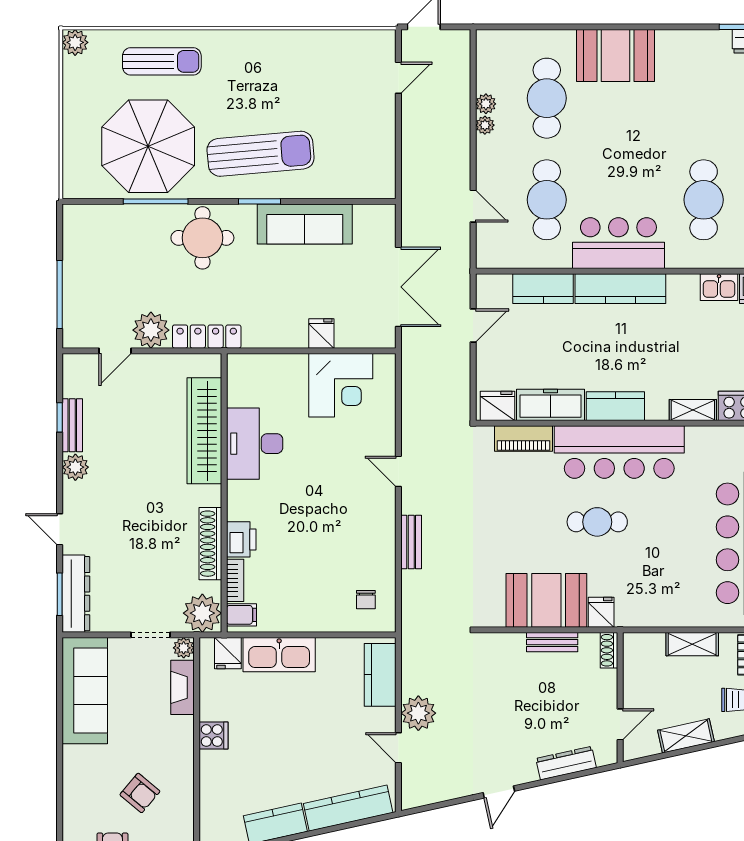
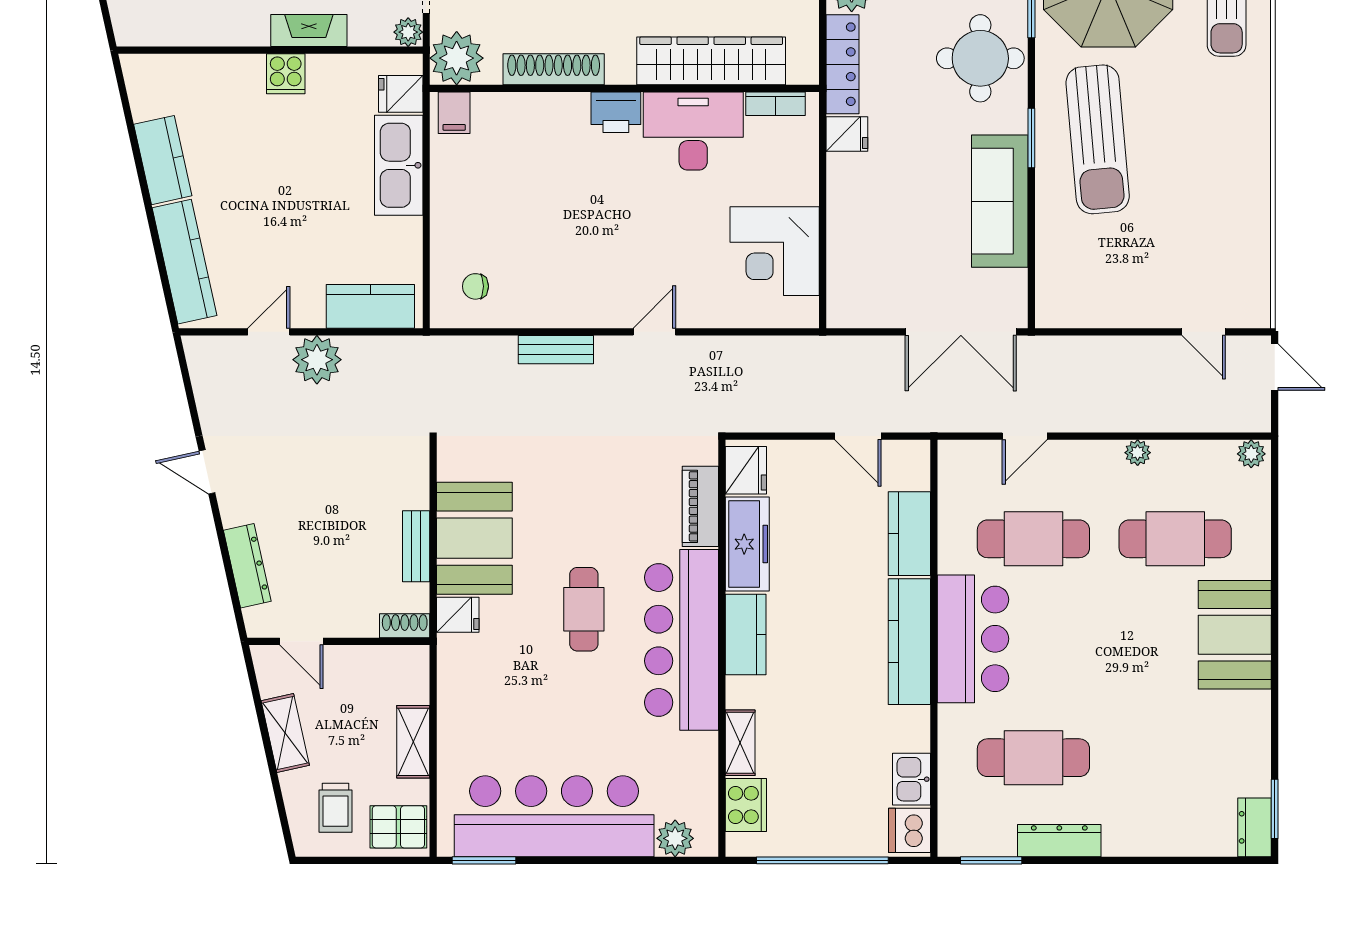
plant: (486, 104) -> (1251, 454), moved
double door: (398, 287) -> (961, 332), moved
fridge: (321, 333) -> (847, 134), moved
printer: (241, 539) -> (616, 112), moved
bookcase: (235, 580) -> (776, 104), moved
fireplace: (183, 687) -> (309, 30), moved

